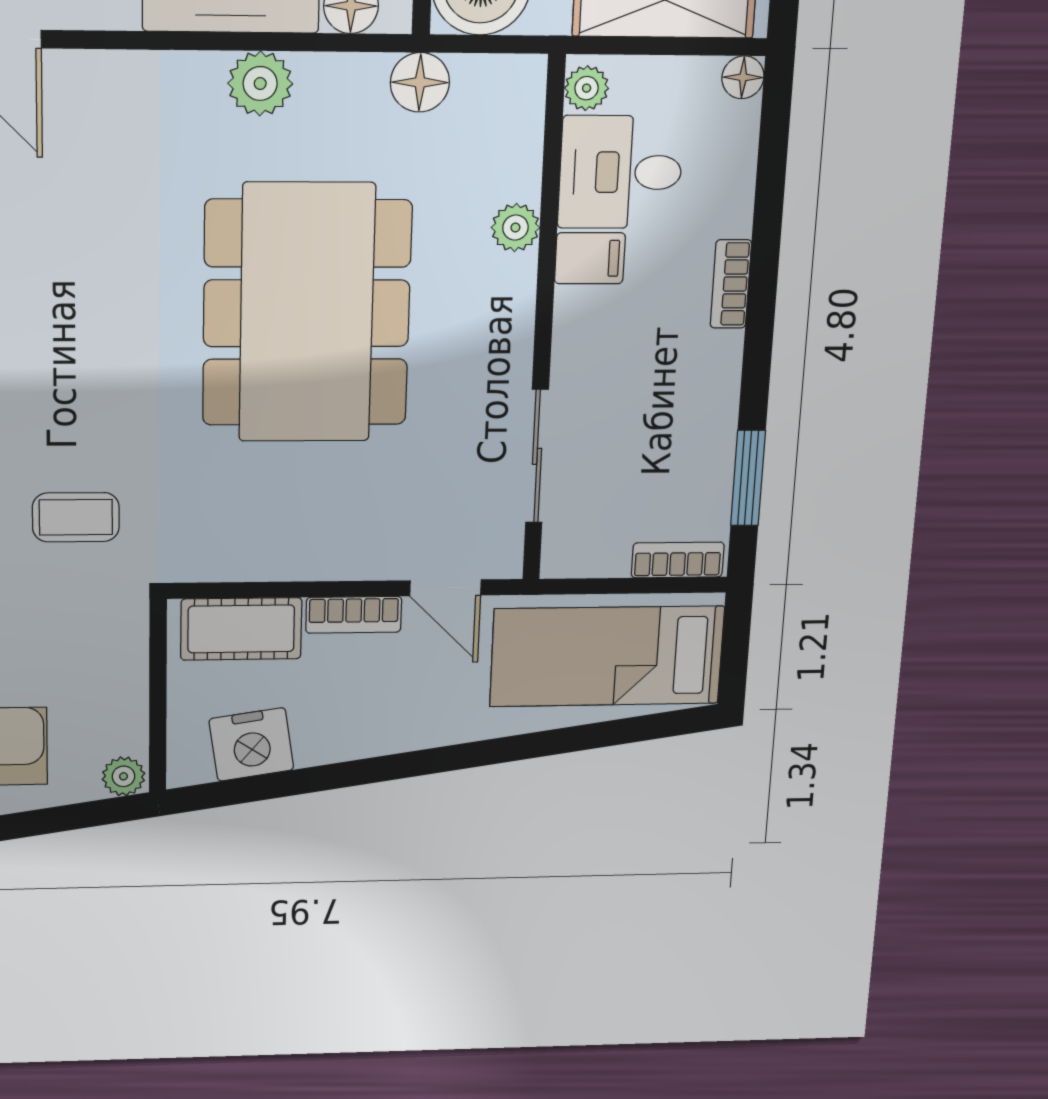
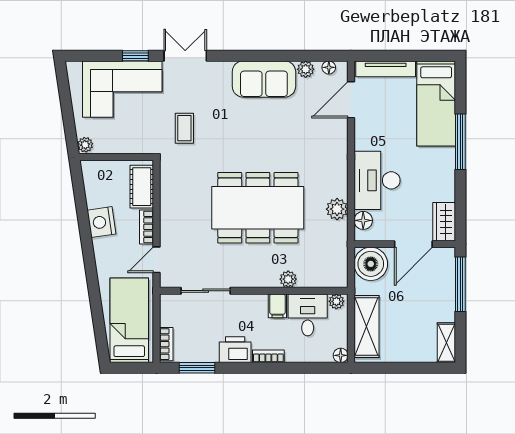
floor lamp: (420, 82) -> (338, 244), removed
plant: (260, 83) -> (337, 209), moved
printer: (706, 376) -> (235, 350), added
nightstand: (251, 744) -> (101, 222), moved

